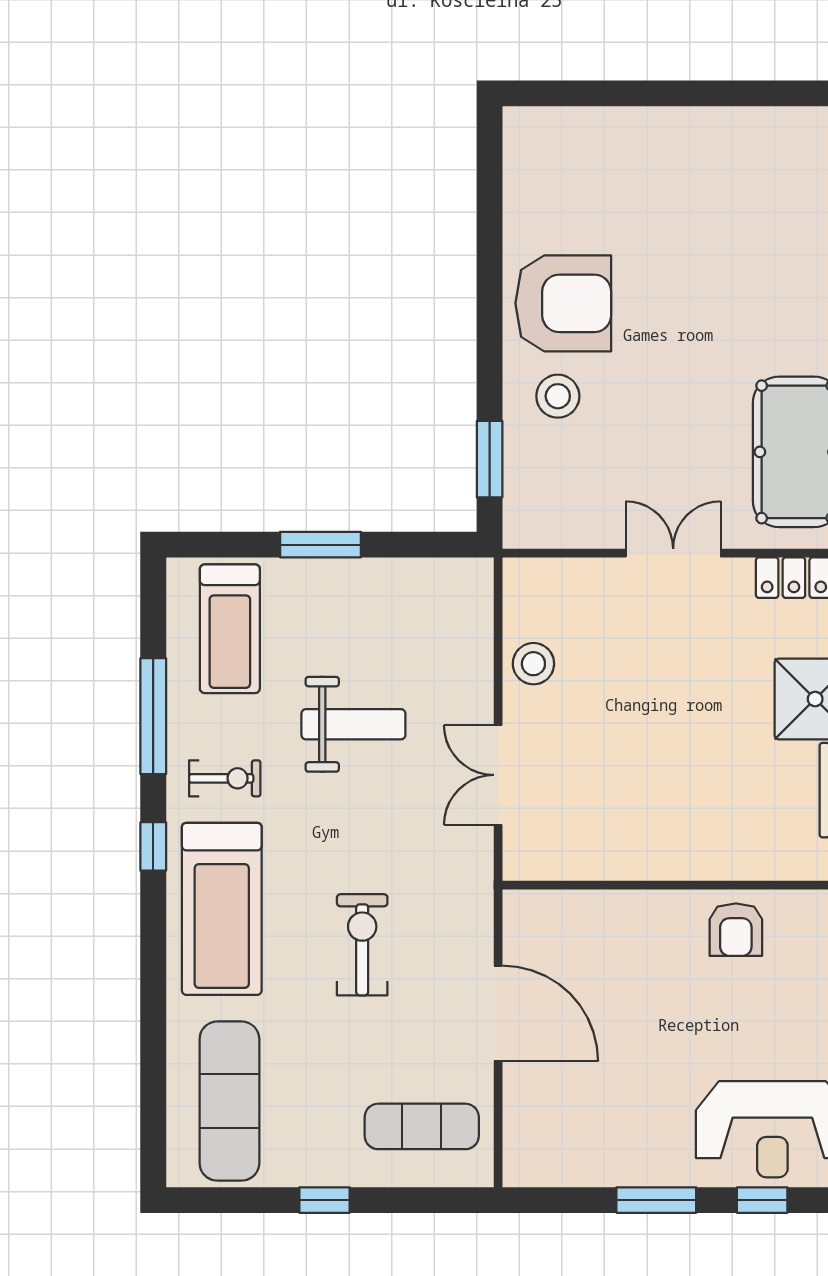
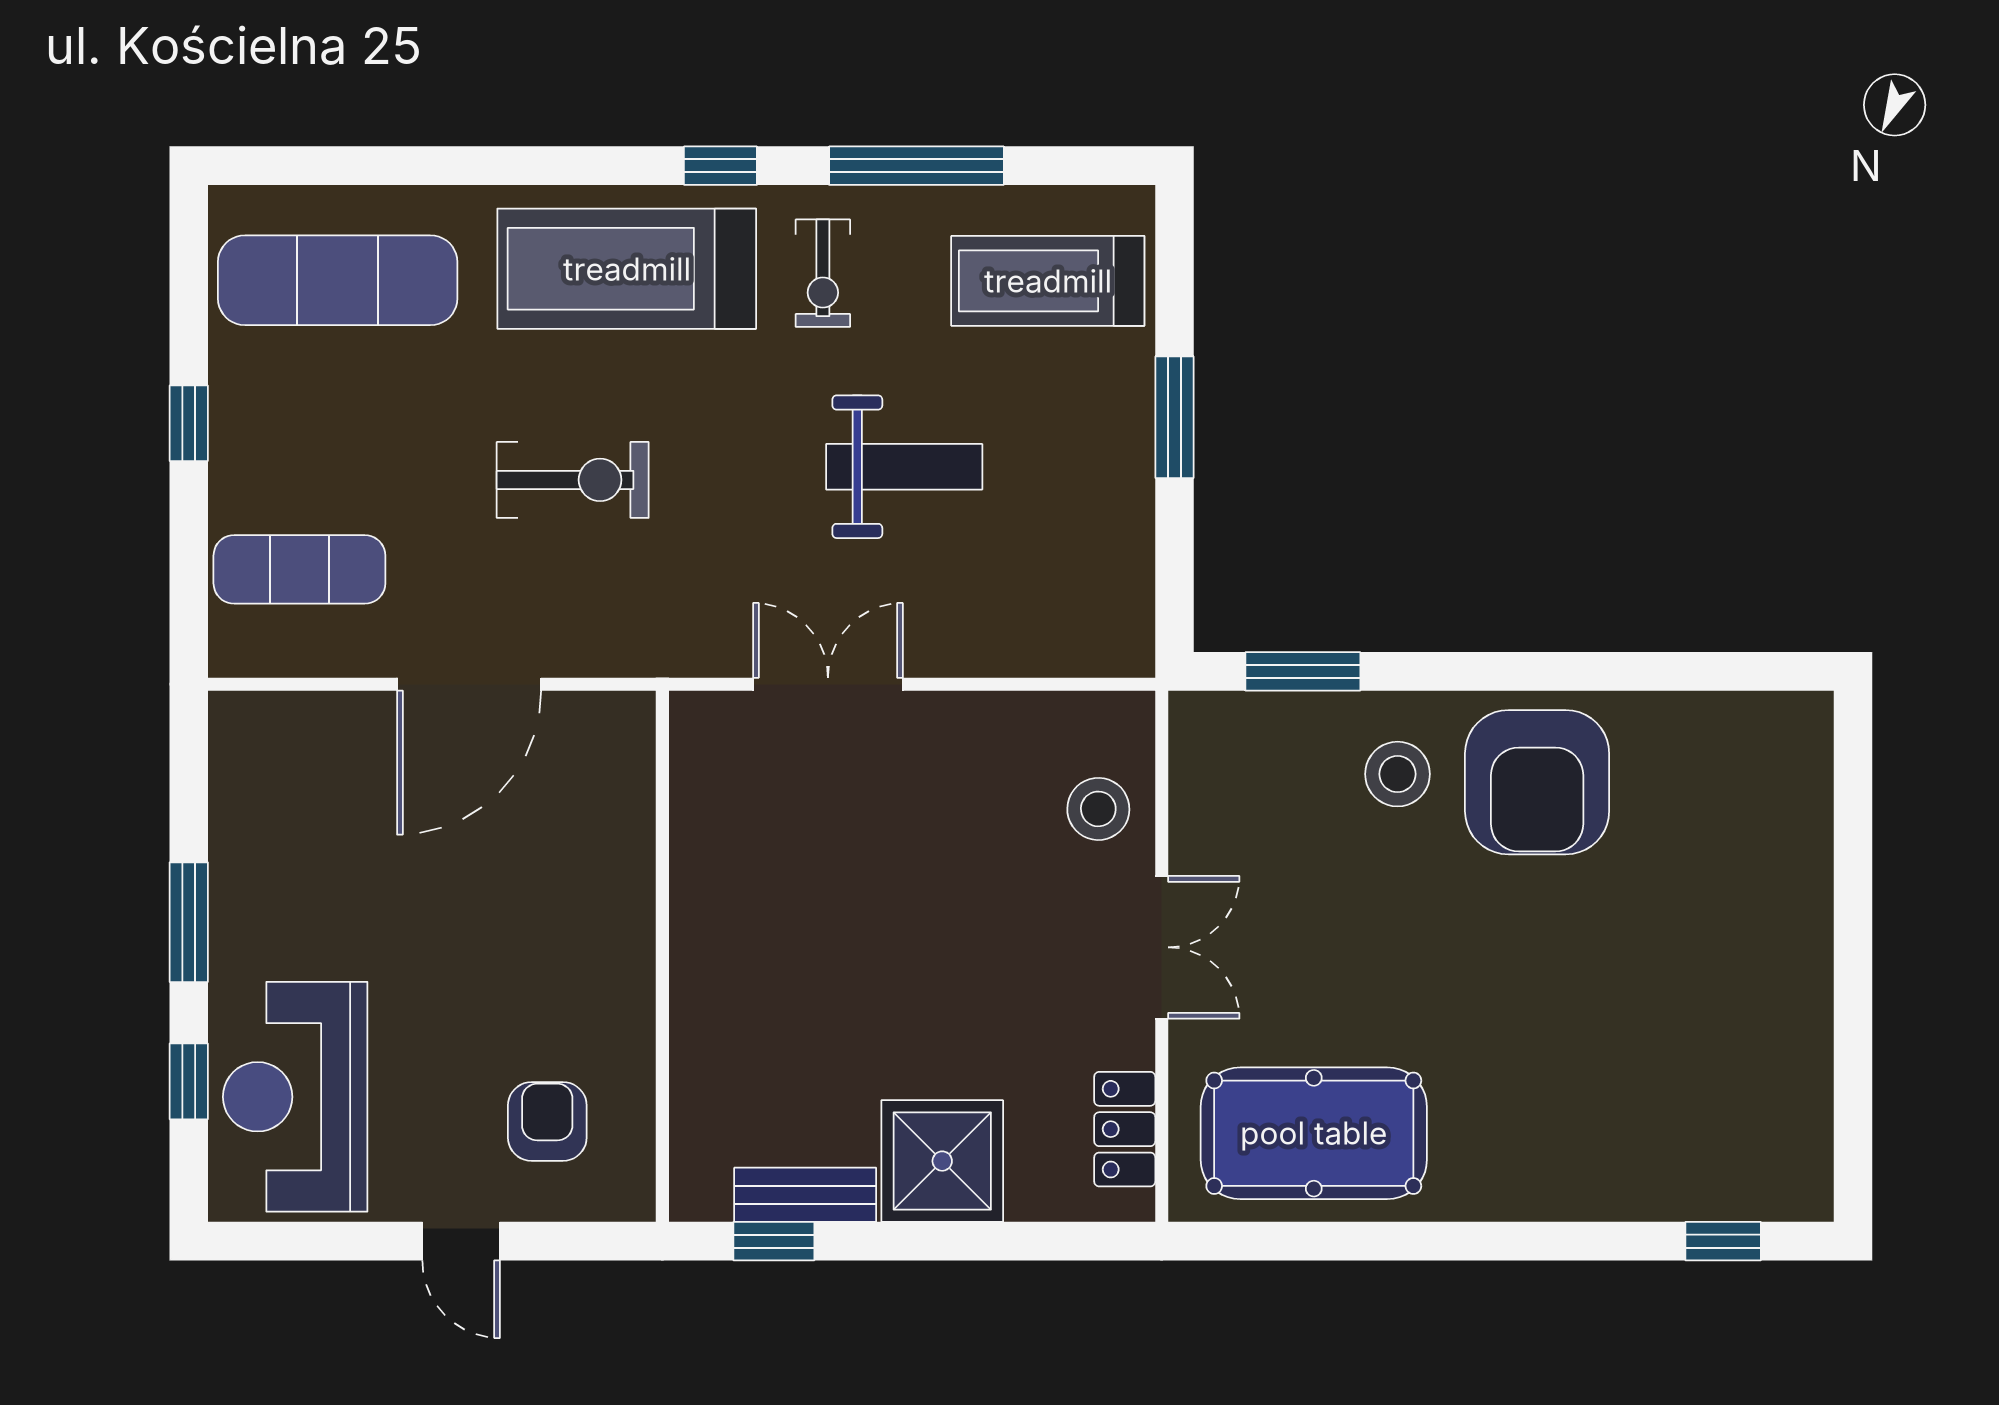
stool: (533, 664) -> (1098, 809), moved
weight bench: (353, 724) -> (904, 467), turned -90
armchair: (736, 930) -> (547, 1121), moved, turned 90
exercise mat: (422, 1126) -> (299, 569), turned 90

